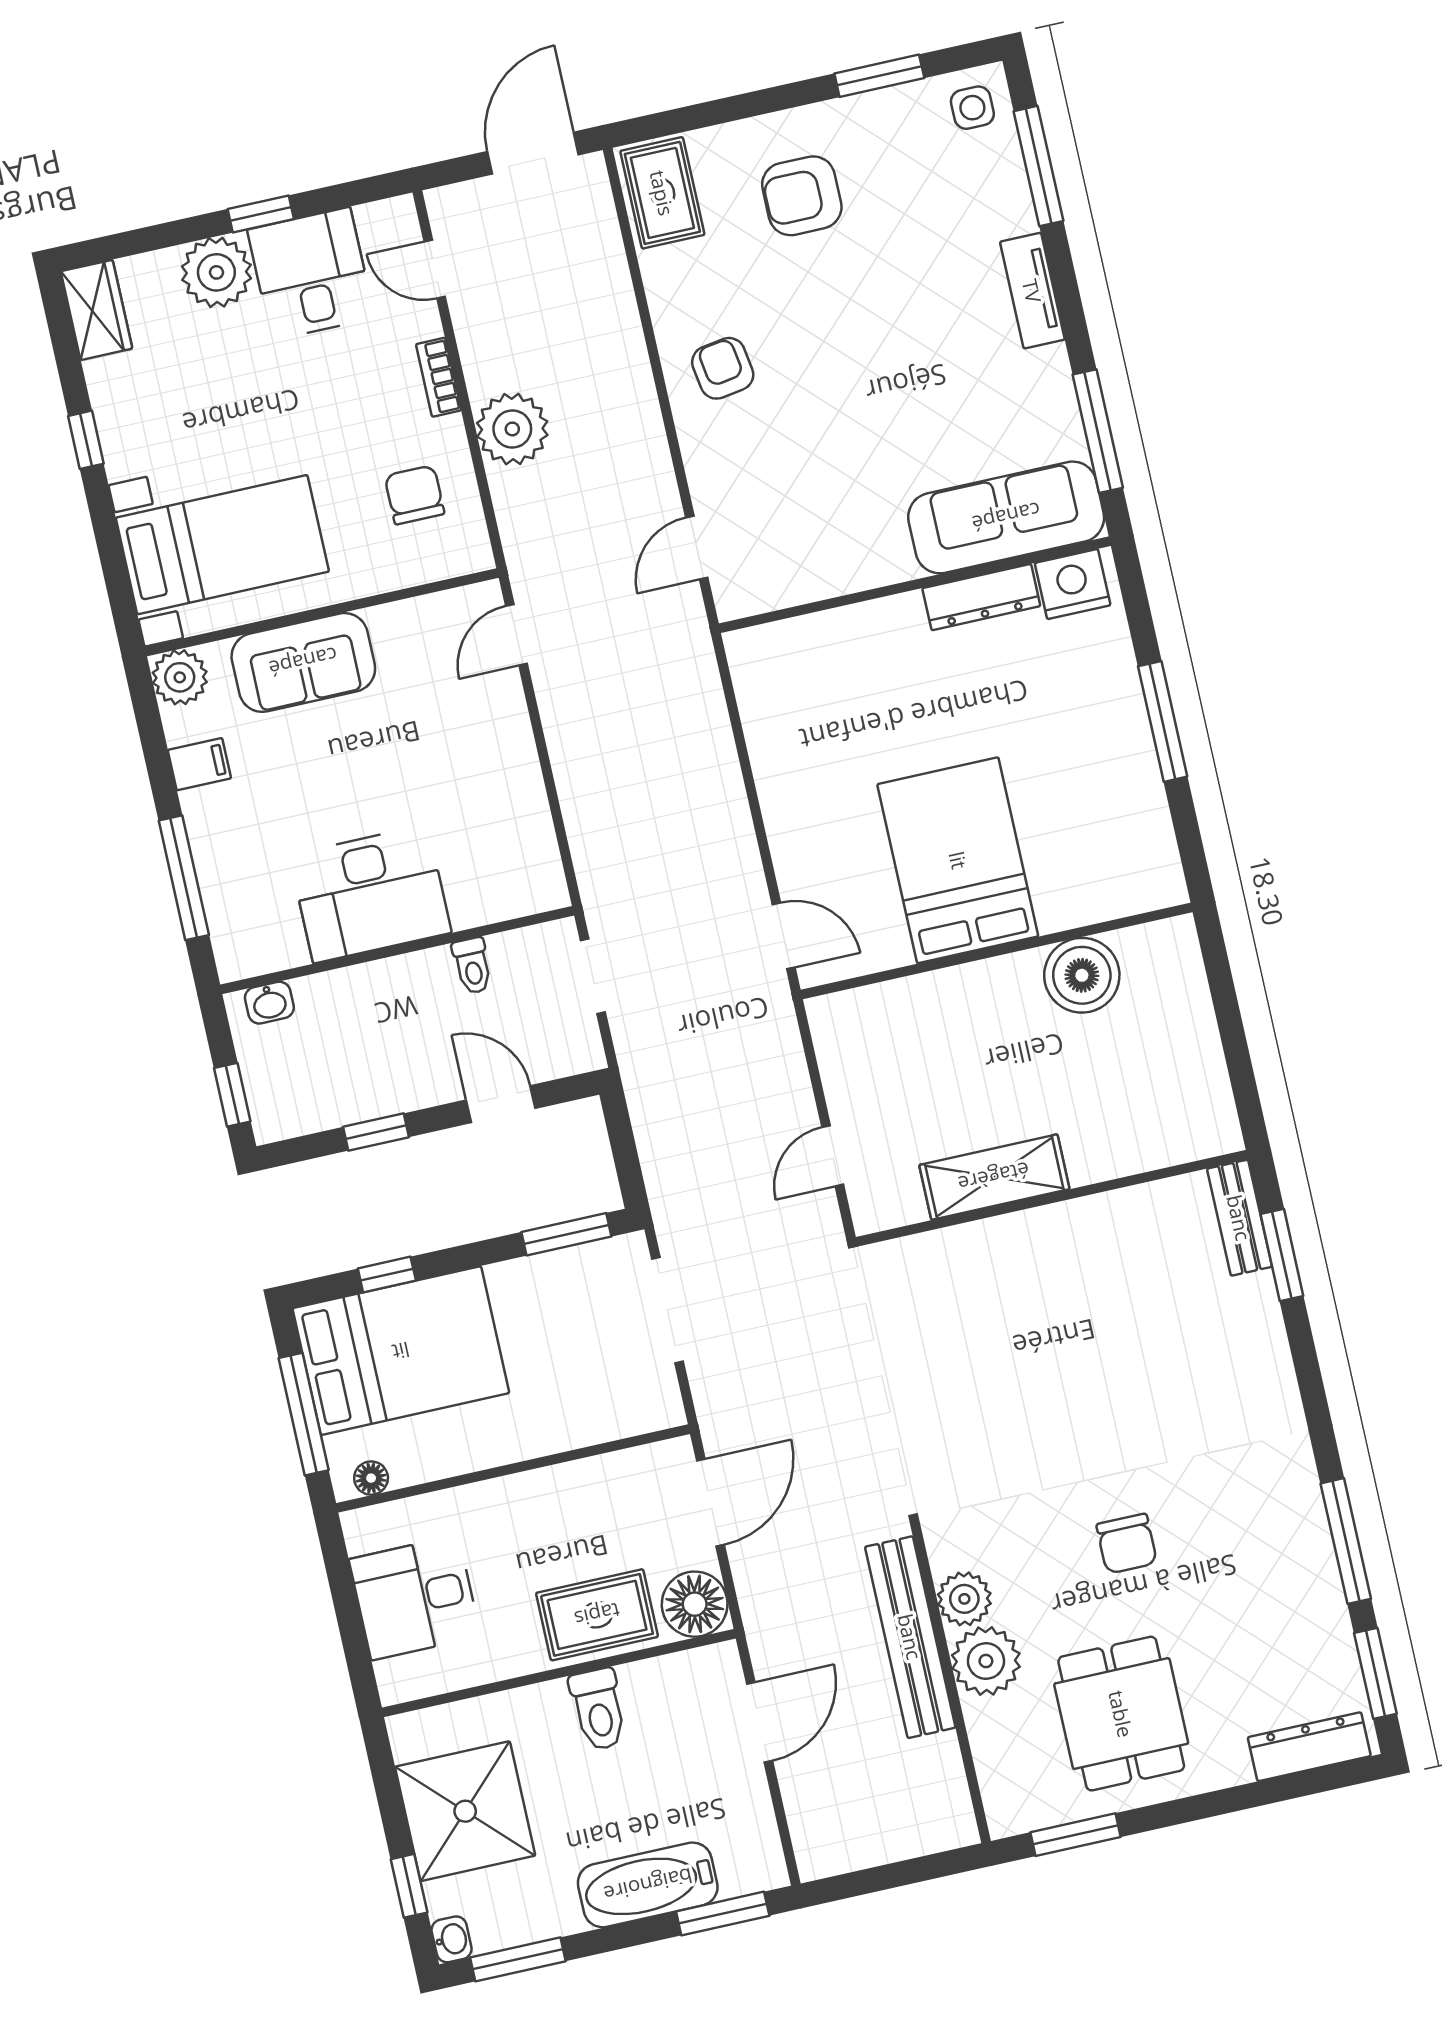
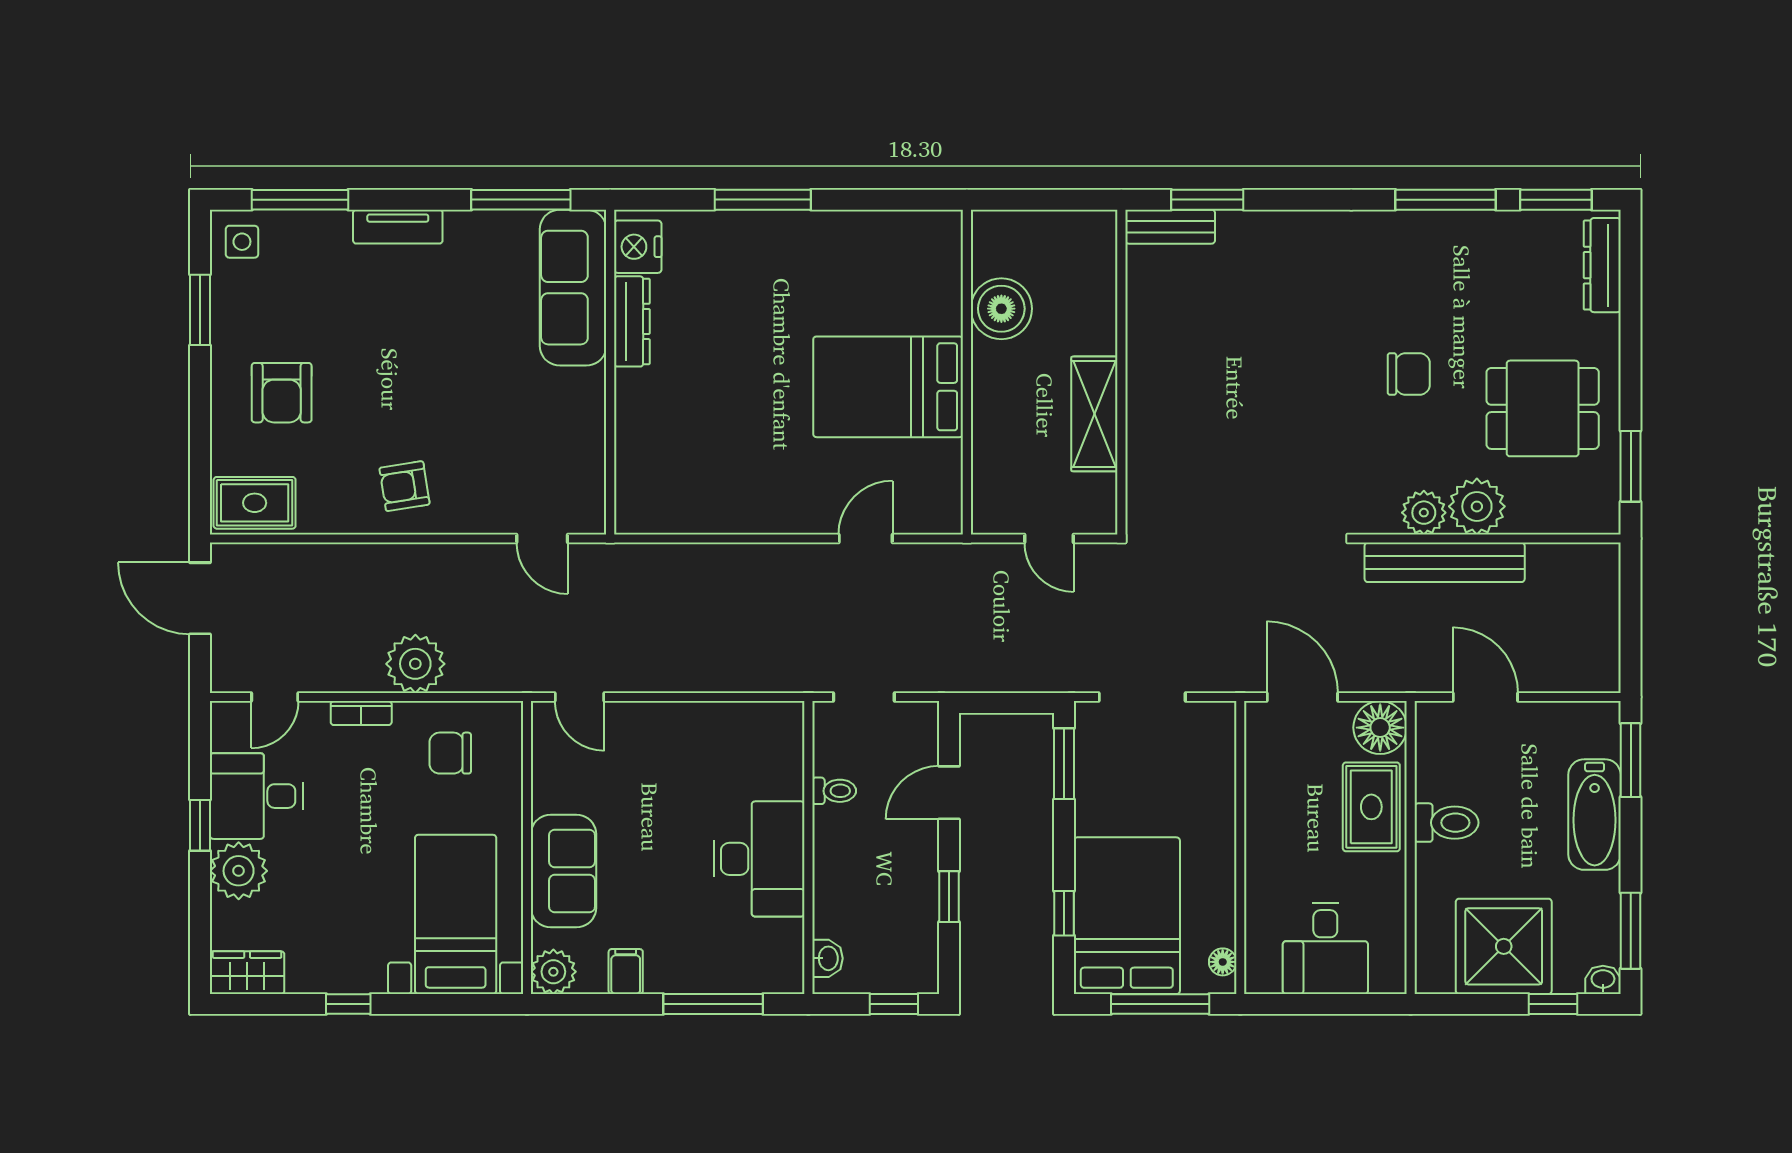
bed: (958, 860) -> (888, 387), moved
wall: (997, 951) -> (967, 372), moved
boiler: (1082, 975) -> (1001, 309), moved

